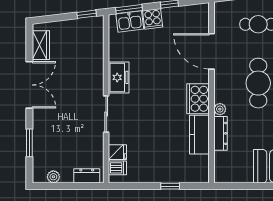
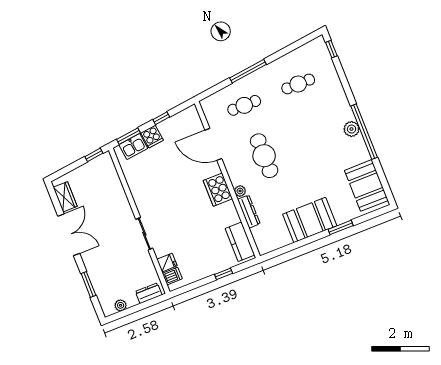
freezer: (119, 77) -> (143, 198), removed
kitchen counter: (199, 135) -> (240, 242), moved

